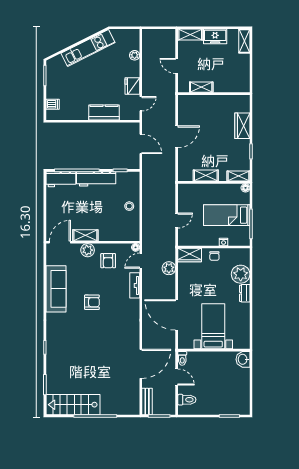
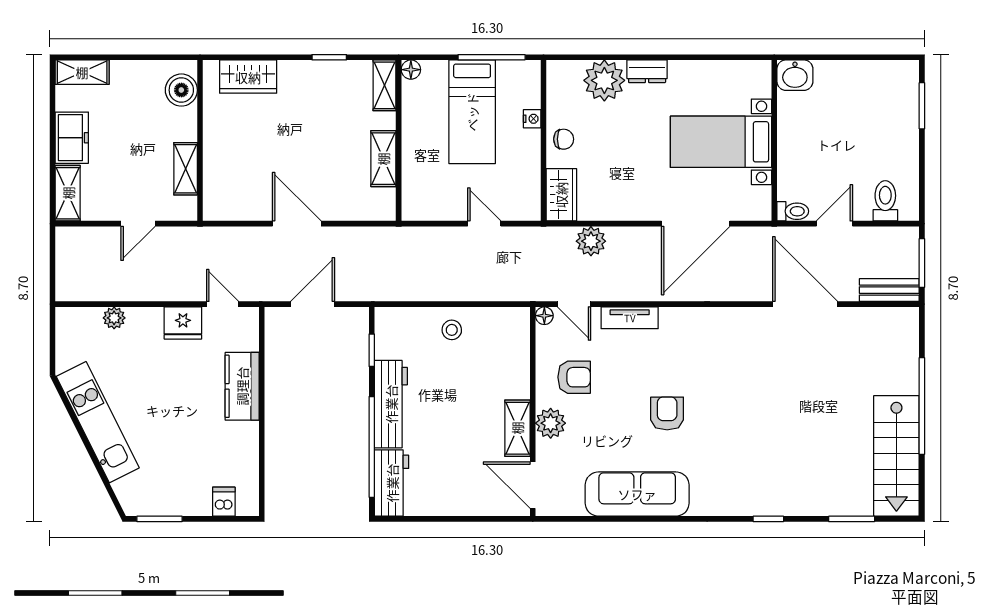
boiler: (236, 85) -> (181, 90), added
wardrobe: (242, 126) -> (248, 77), moved

